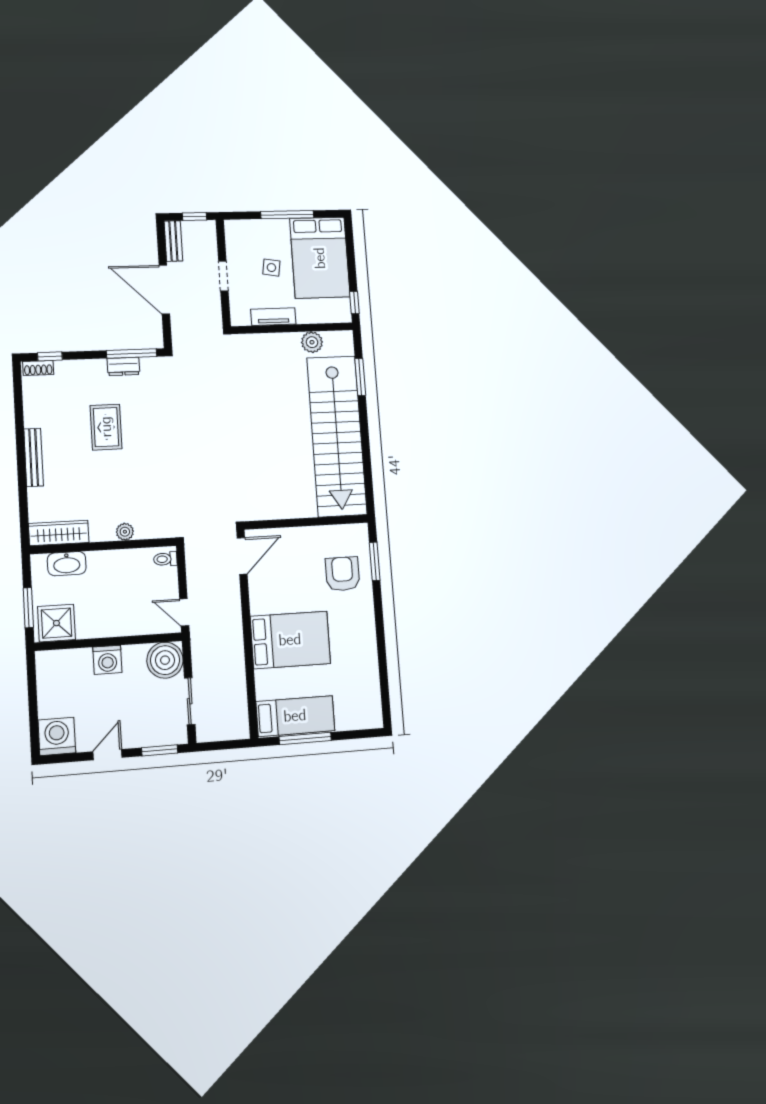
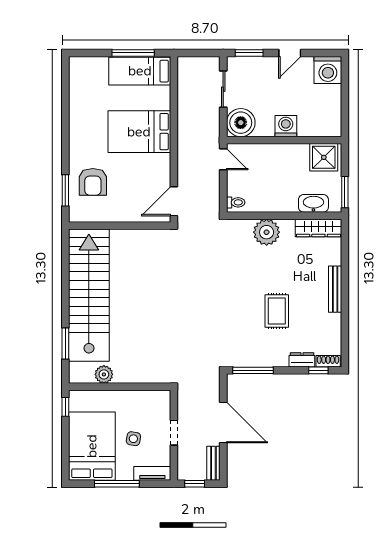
tv unit: (273, 317) -> (152, 473), moved, turned 180
dresser: (123, 366) -> (302, 360), moved
plant: (125, 532) -> (267, 232), width x1.87, depth x1.87
window: (28, 608) -> (345, 192), moved

